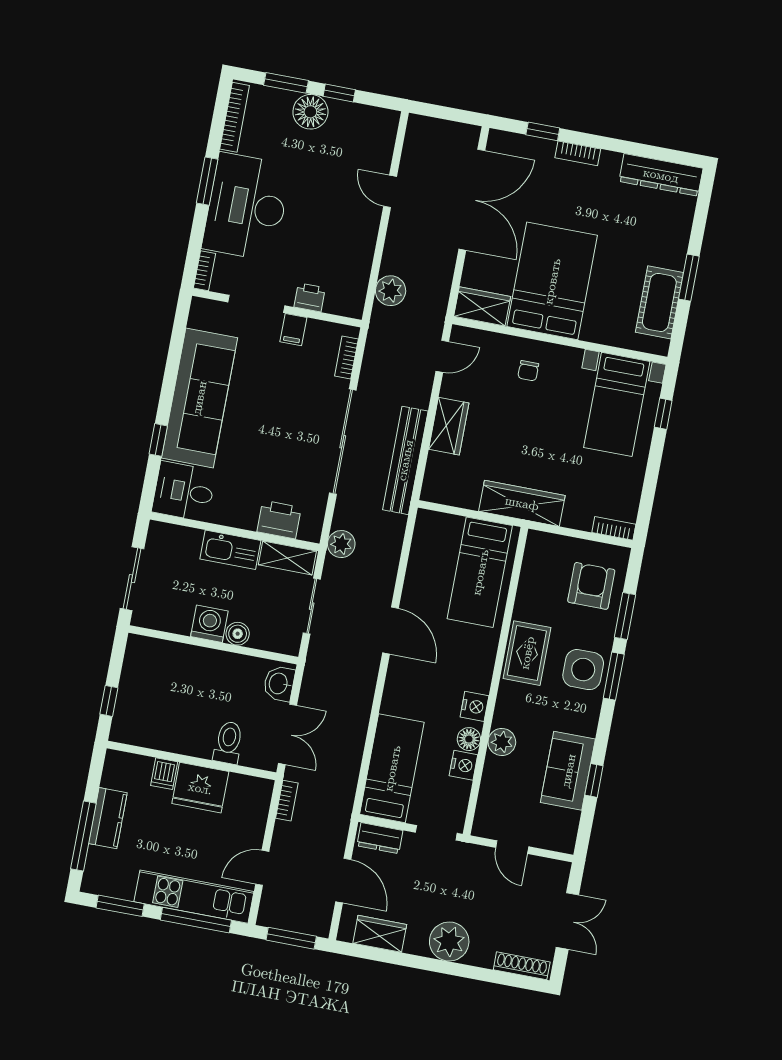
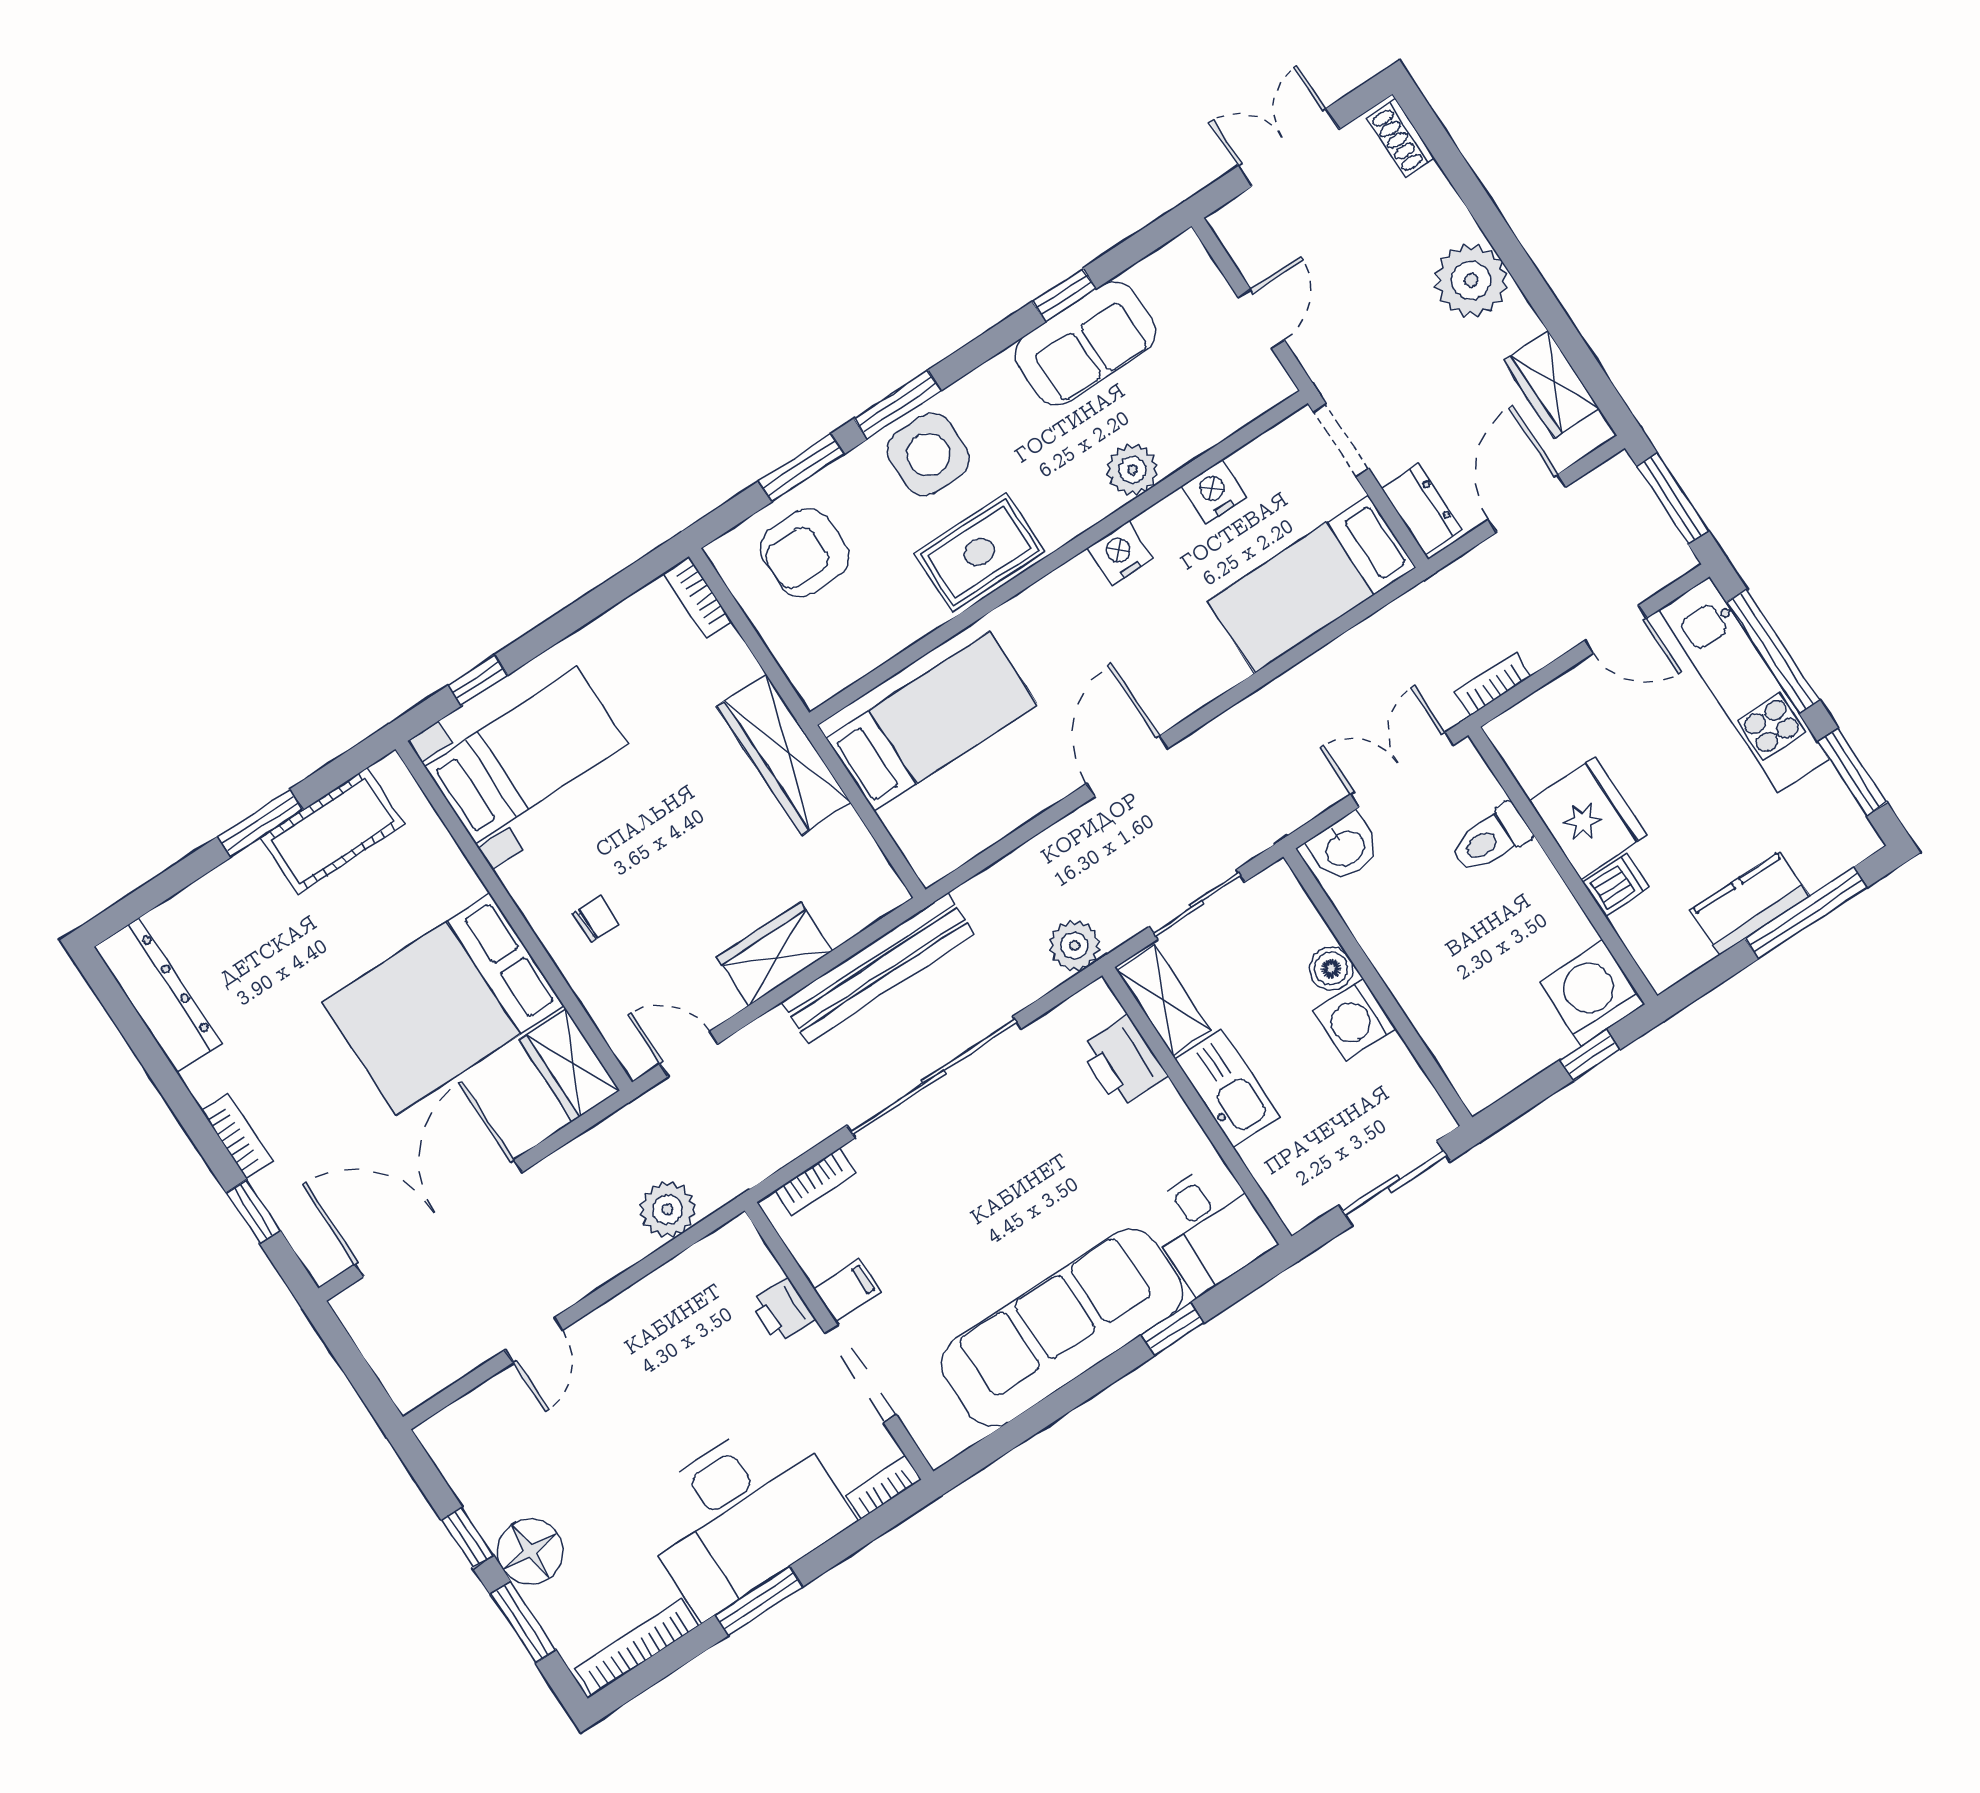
washing machine: (132, 724) -> (1592, 993), added
floor lamp: (469, 739) -> (1172, 518), removed
shoe rack: (522, 966) -> (1401, 138), width x0.70

